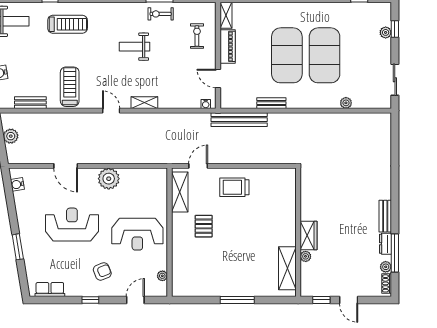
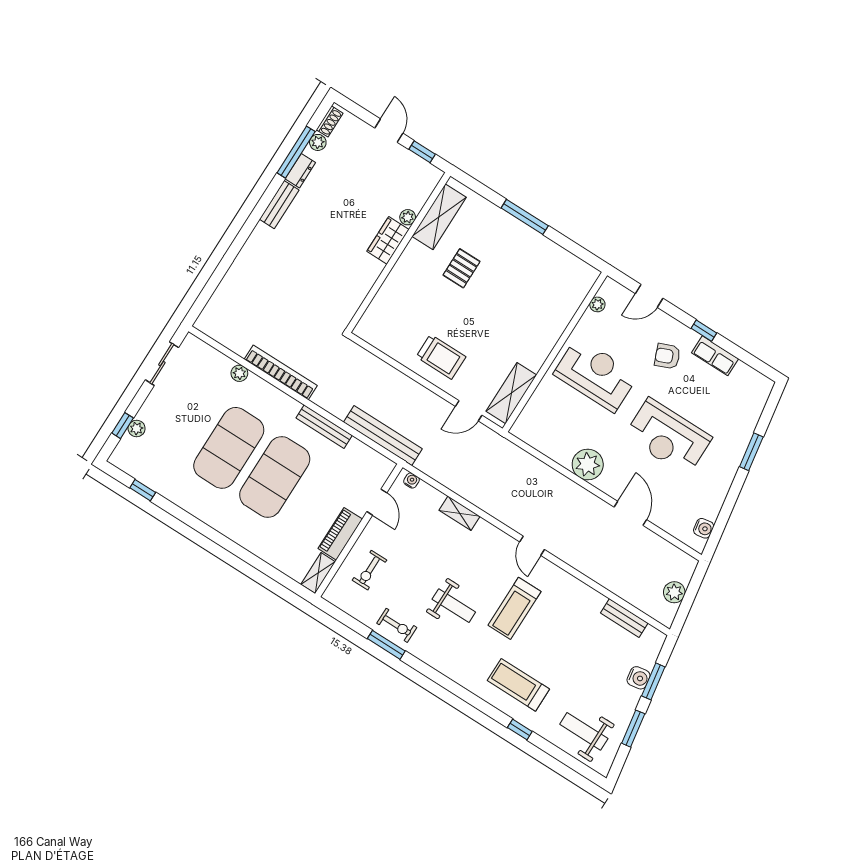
treadmill: (70, 87) -> (514, 608), moved
shelving: (144, 103) -> (459, 513), moved
bench: (271, 103) -> (324, 427), width x1.36
bookcase: (322, 119) -> (281, 372), added
pallet: (204, 226) -> (462, 268), moved
row of seats: (50, 289) -> (715, 356), moved

